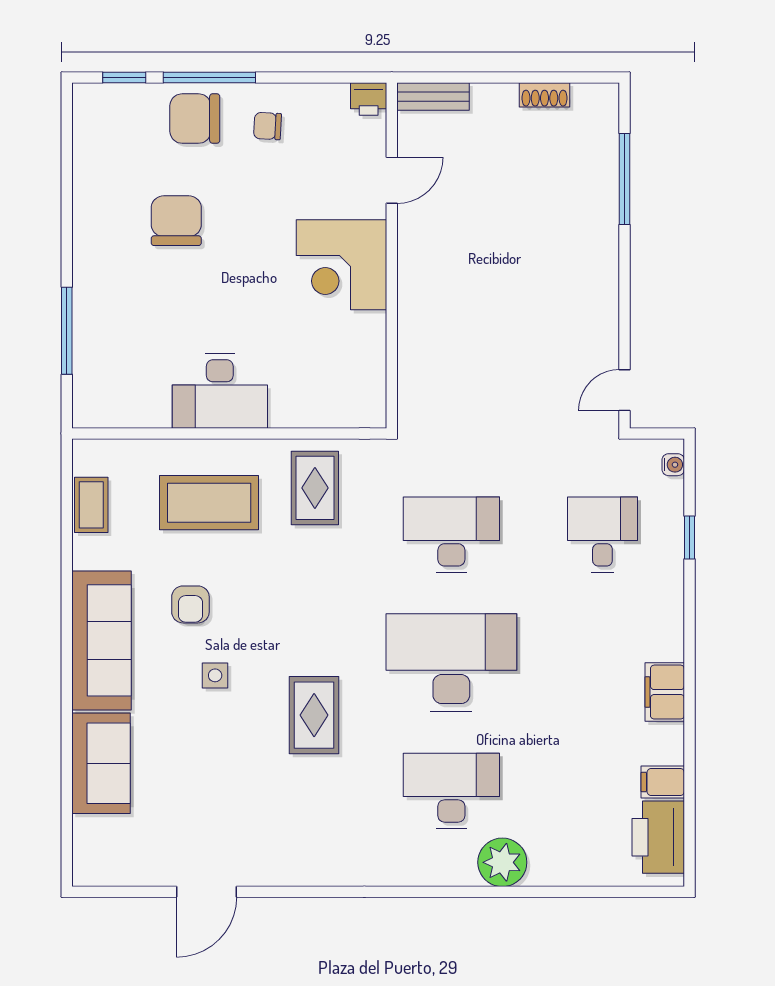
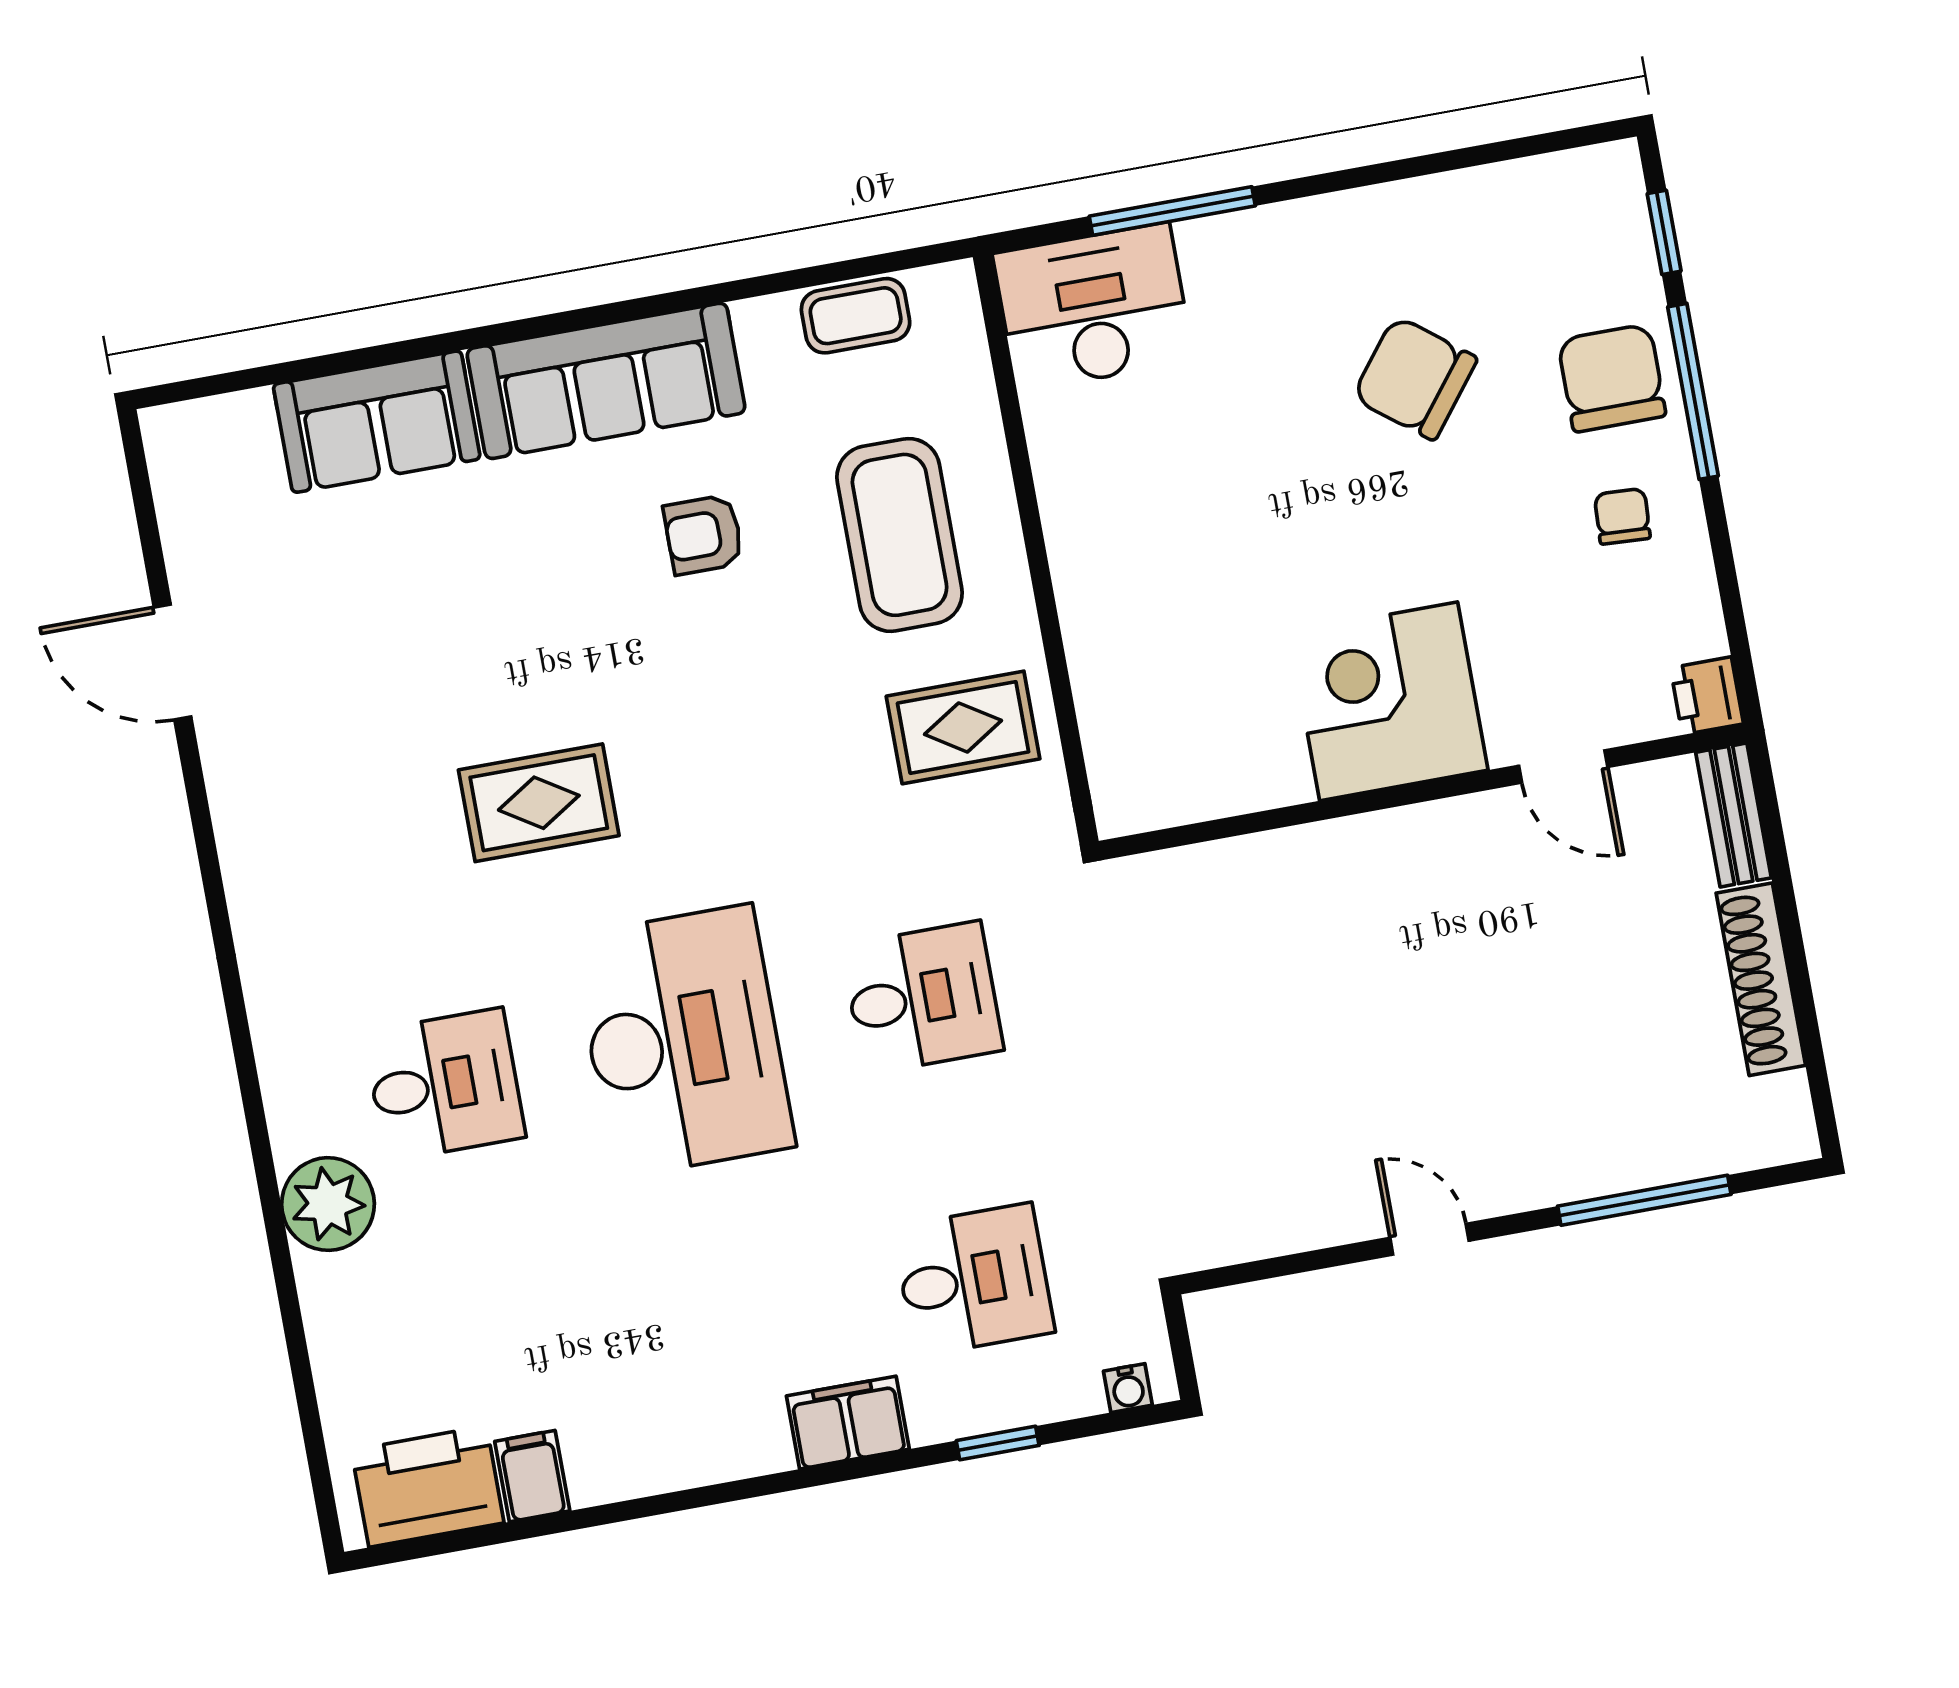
shoe rack: (545, 95) -> (1761, 979), width x1.94, depth x1.24
chair: (176, 221) -> (1415, 378), turned -142
door: (624, 390) -> (1429, 1239), moved
desk: (220, 391) -> (1093, 307), moved, turned 90
desk: (451, 535) -> (922, 998), width x0.73
side table: (215, 675) -> (579, 605), removed
filing cabinet: (665, 692) -> (848, 1423), moved
desk: (451, 791) -> (444, 1085), width x0.73

